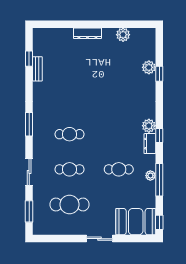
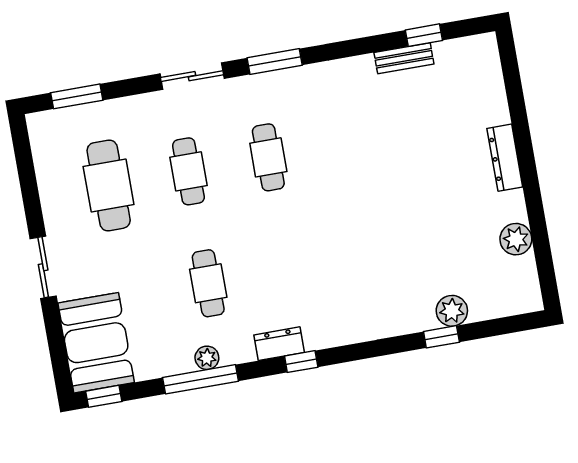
plant: (149, 126) -> (319, 334), removed
sliding door: (29, 172) -> (192, 76), moved

